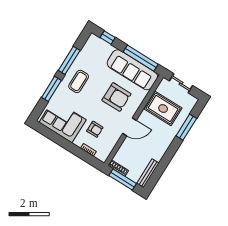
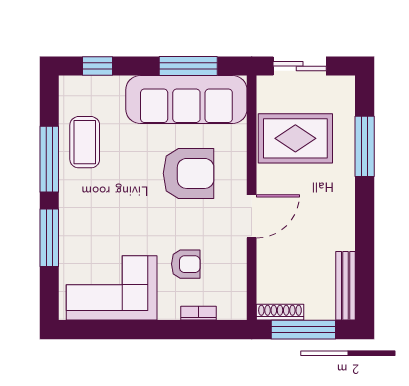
window: (141, 58) -> (188, 66), width x0.68
coffee table: (79, 81) -> (85, 142), moved

